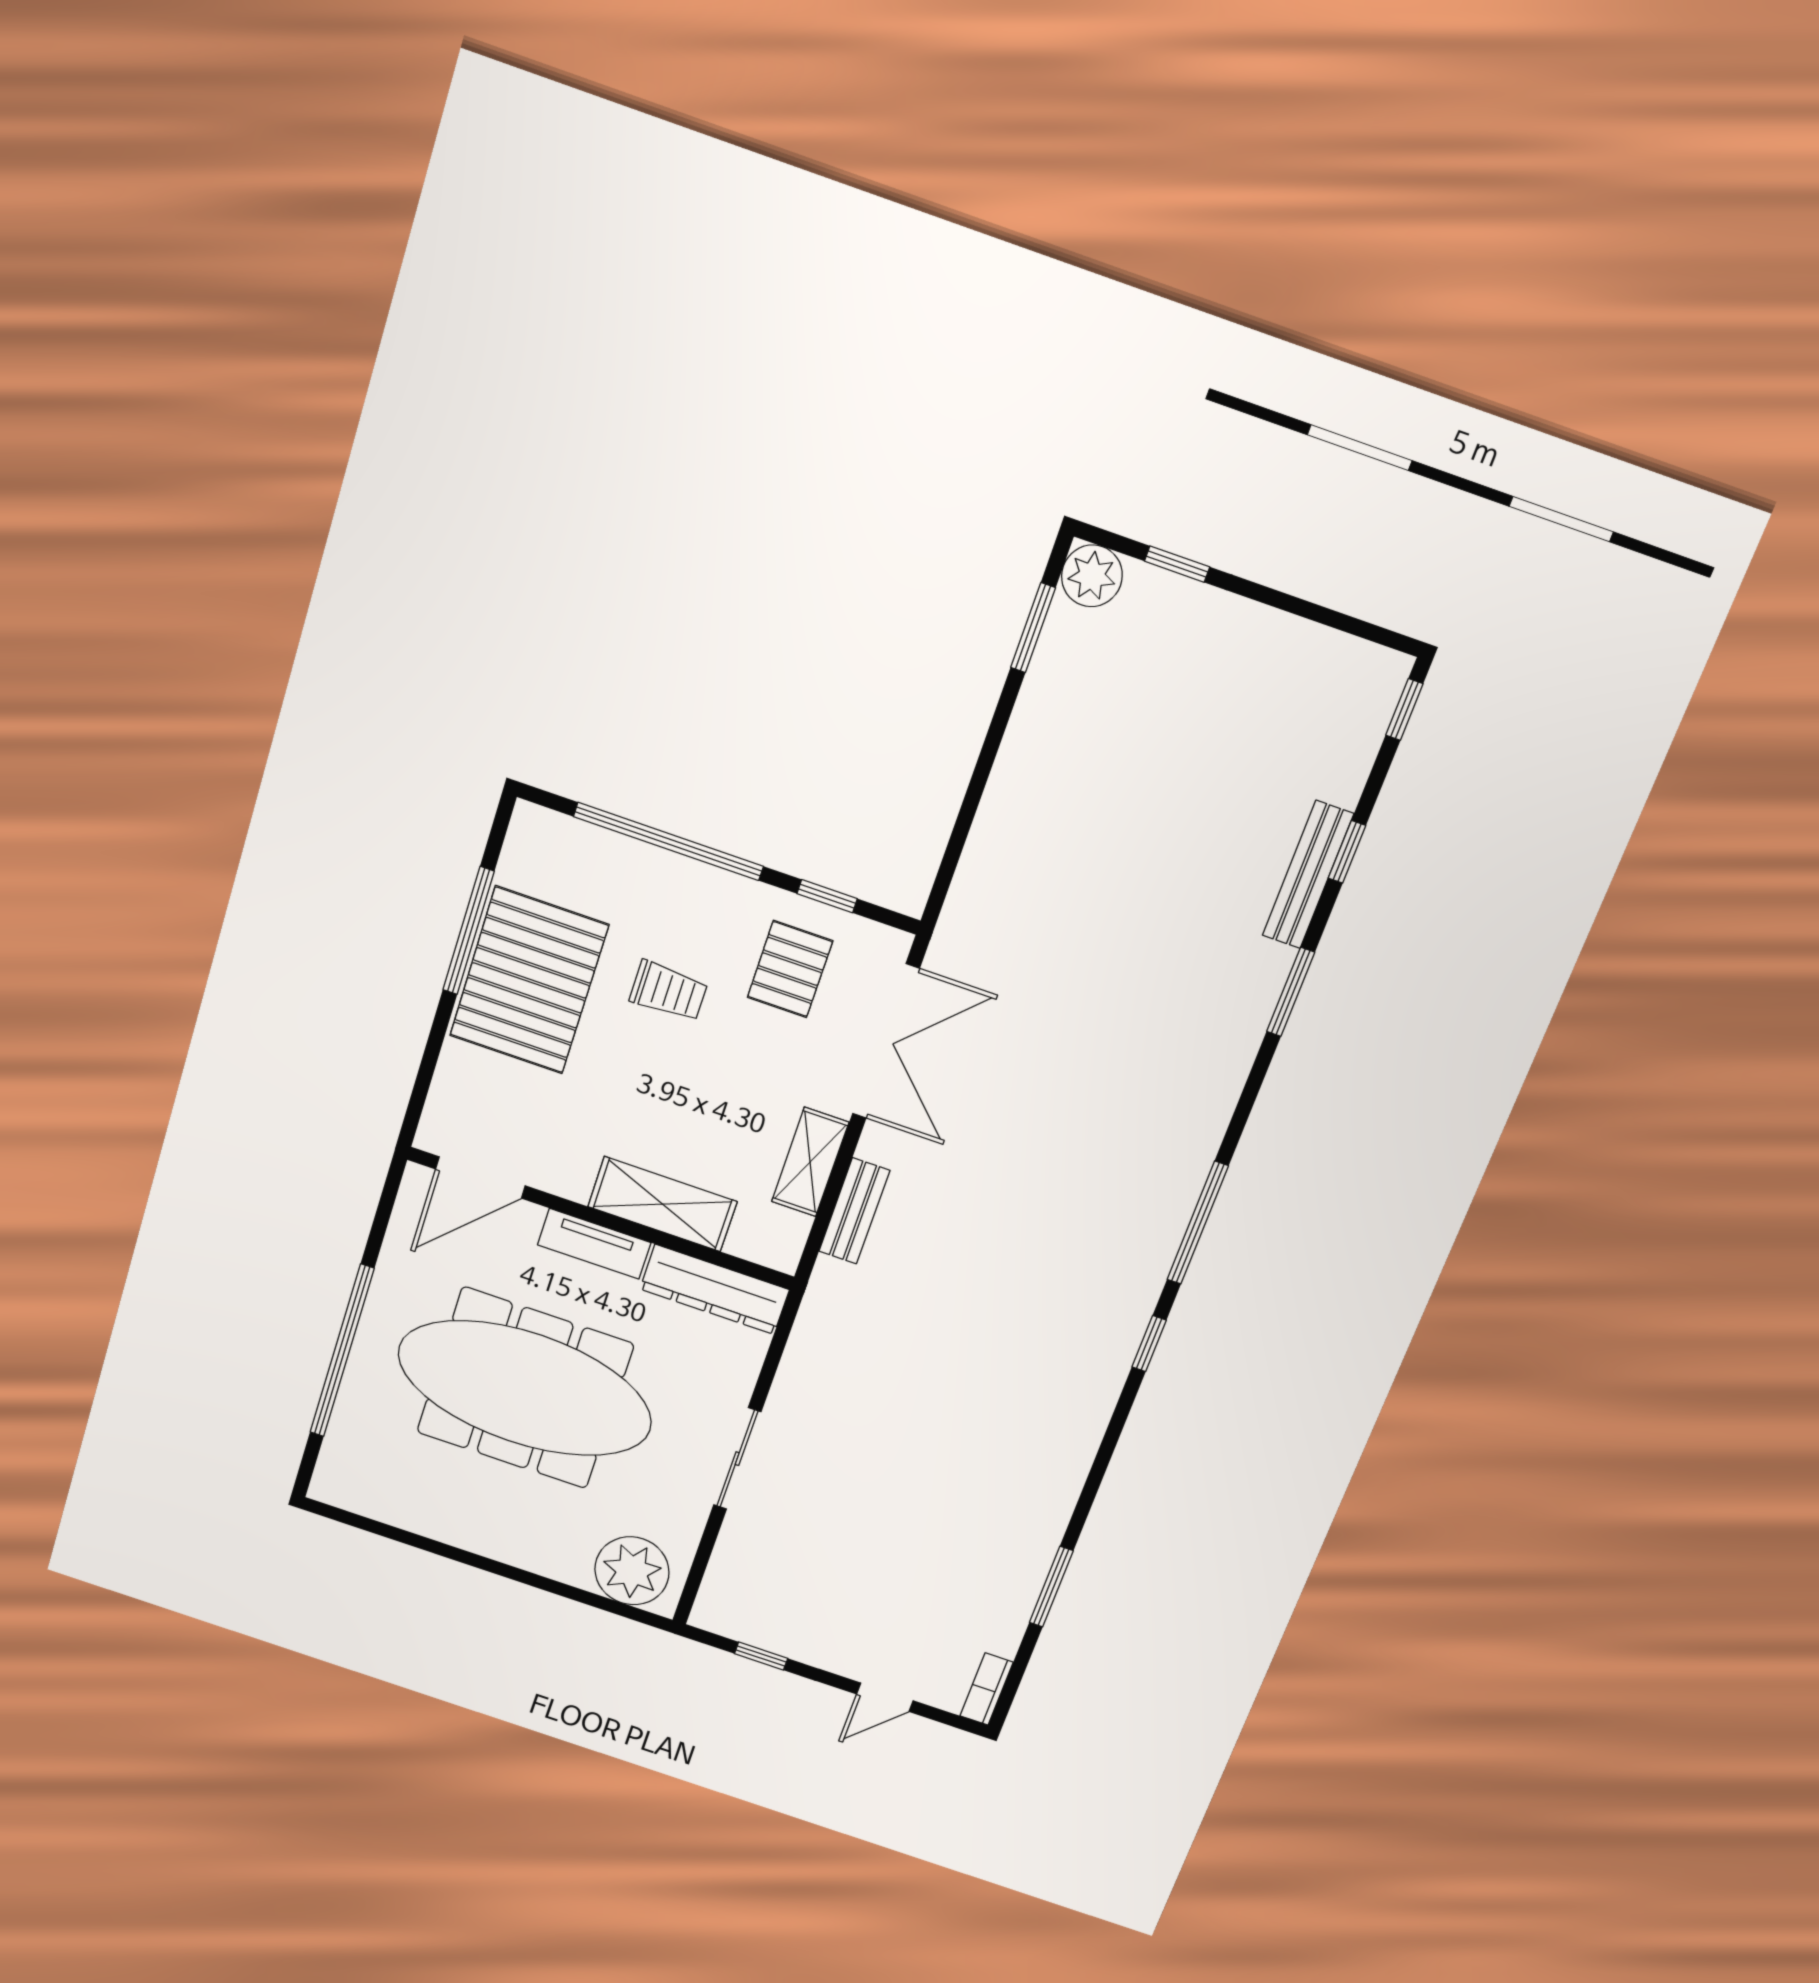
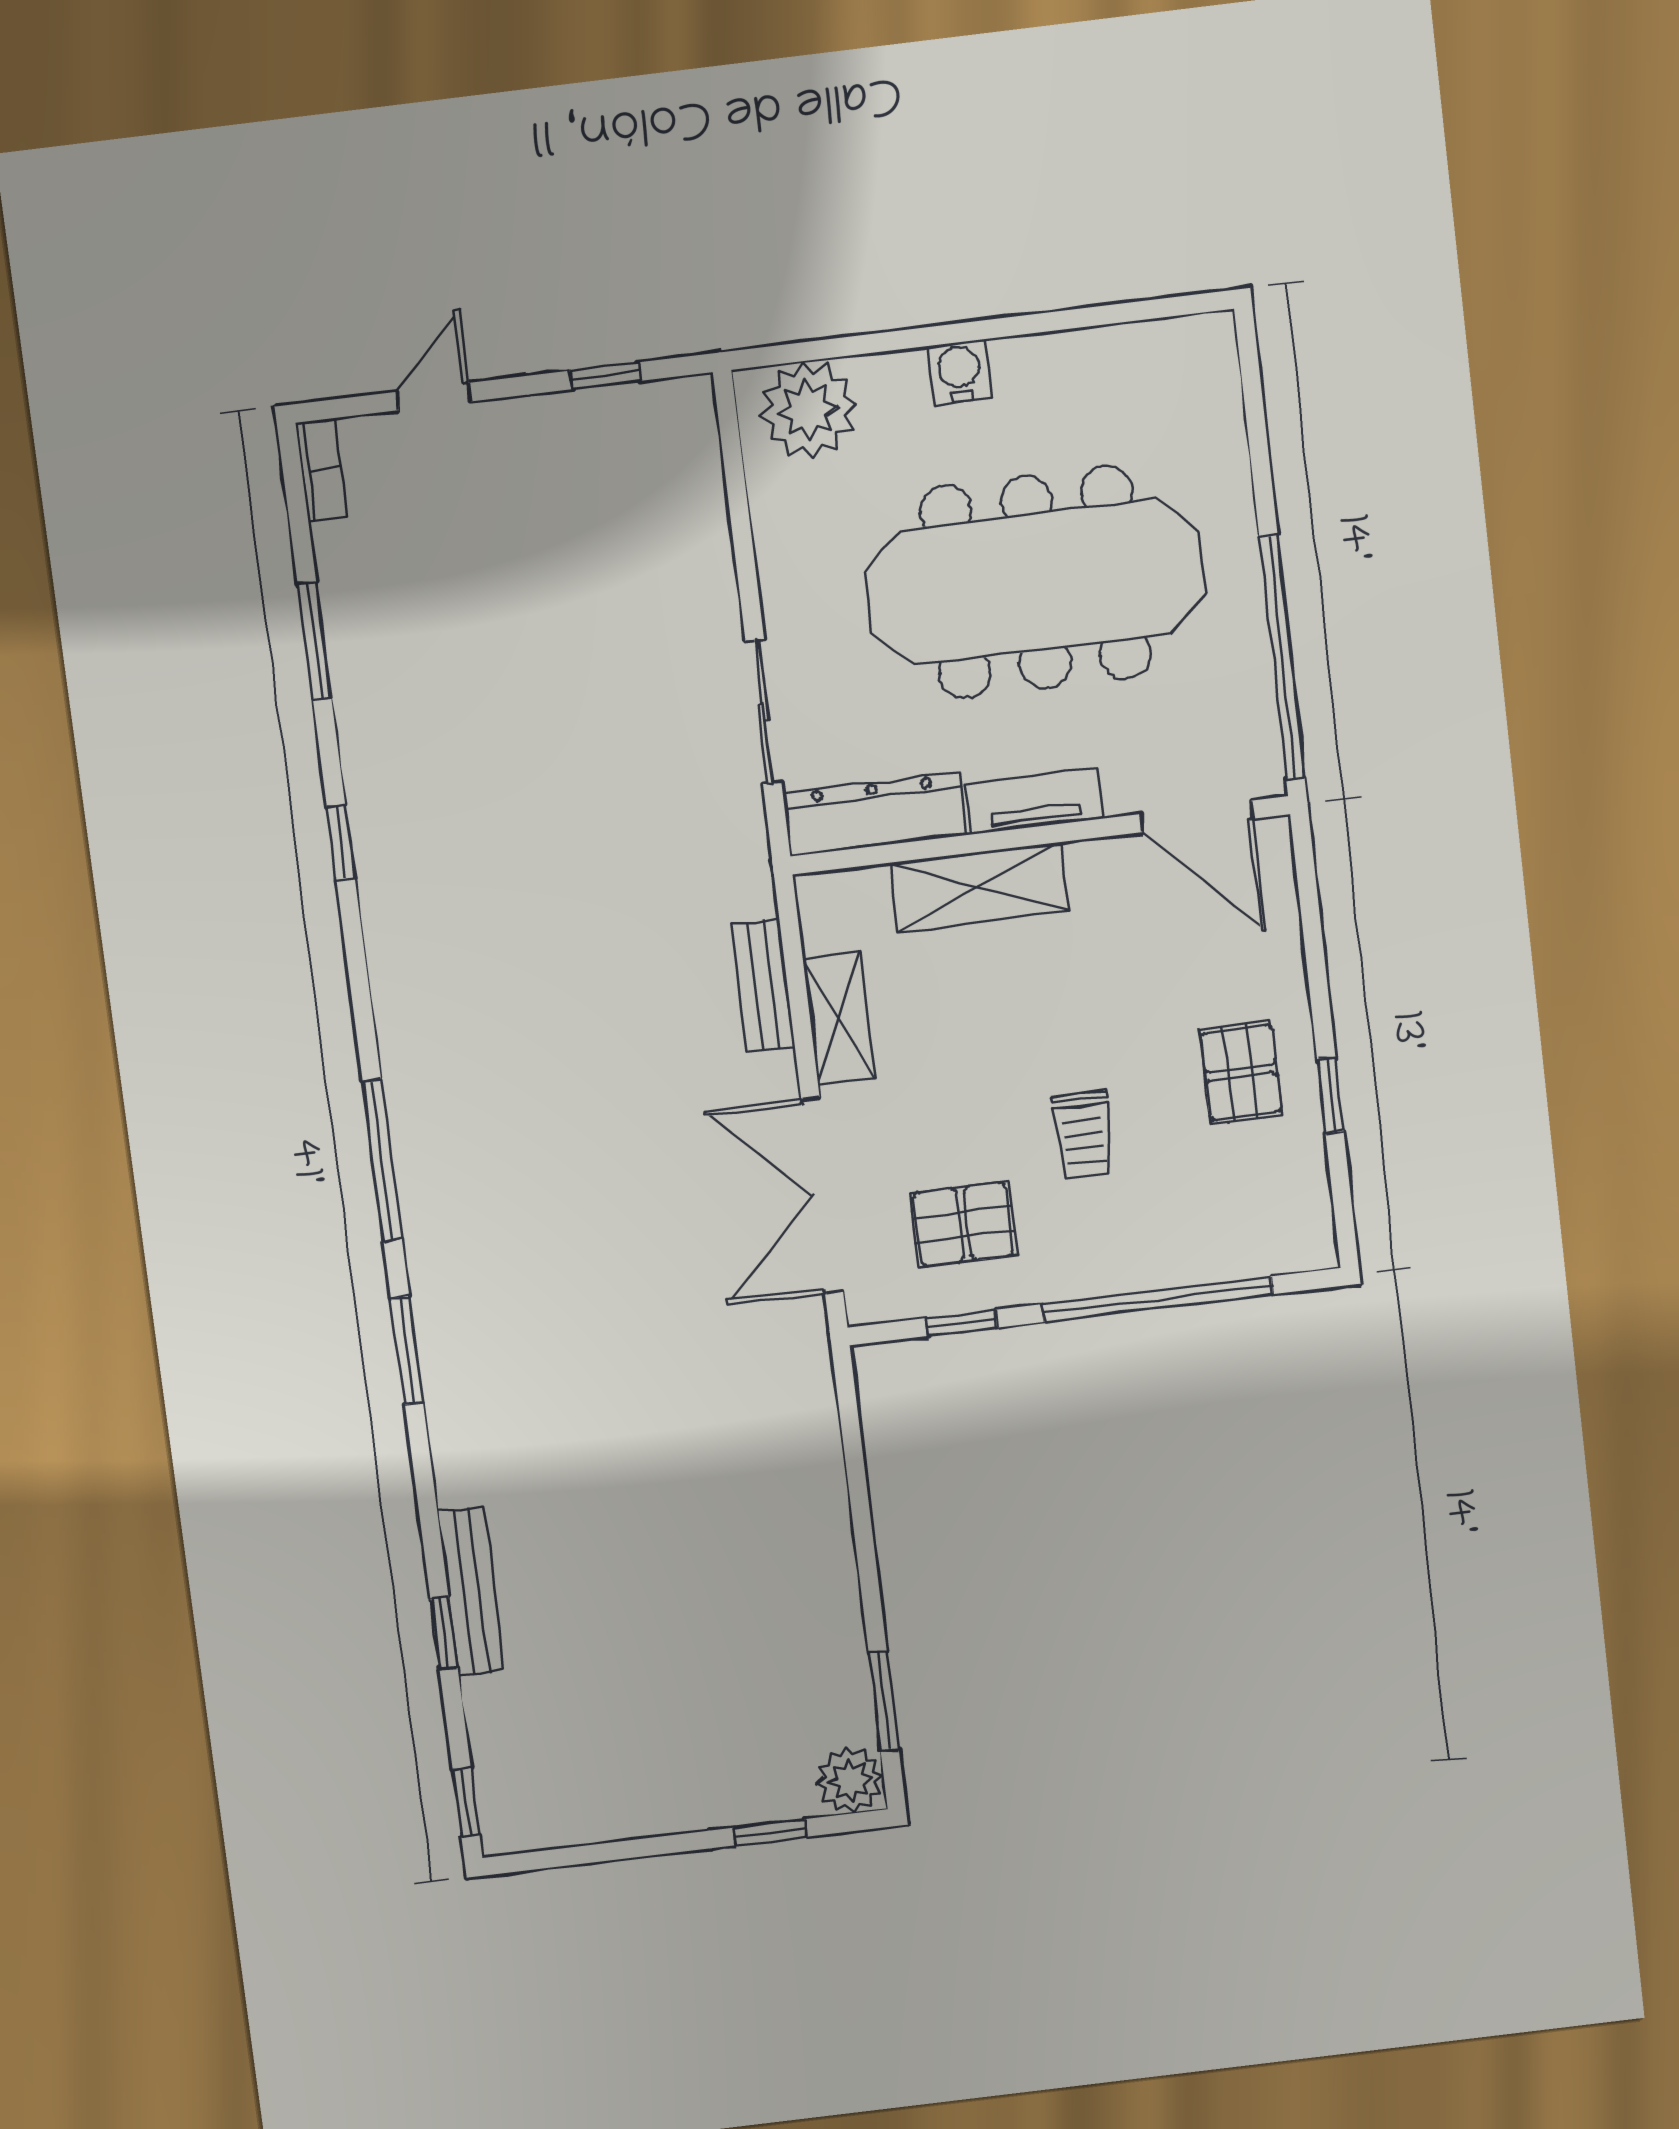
window: (469, 931) -> (1330, 1096), width x0.46
pallet: (790, 969) -> (963, 1224), turned 90
pallet: (529, 980) -> (1241, 1072), width x0.49, depth x0.50
trolley: (669, 991) -> (1083, 1135), turned -90
window: (1291, 992) -> (407, 1350), moved
door: (480, 1177) -> (1197, 816), swing flipped
window: (1149, 1344) -> (341, 843), moved
window: (342, 1351) -> (1282, 657), moved
sliding door: (737, 1459) -> (763, 711), moved
water cooler: (515, 1546) -> (959, 372), added

